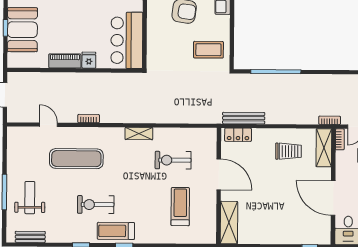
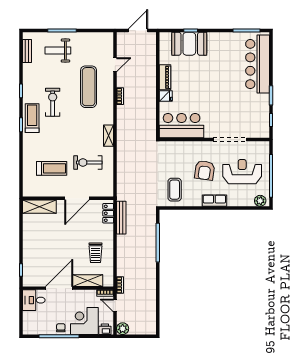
shelving: (324, 148) -> (88, 281), moved
exercise bike: (173, 160) -> (88, 162), turned -90
weight bench: (30, 198) -> (58, 51), turned 180

